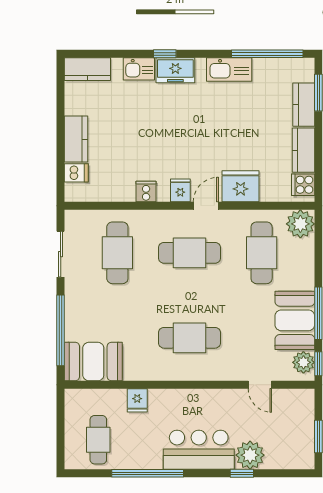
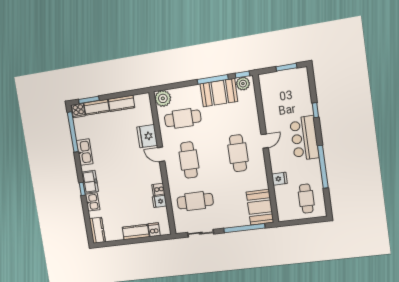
cooker: (303, 185) -> (78, 111), moved
fridge: (180, 190) -> (160, 201), moved
door: (260, 385) -> (265, 141), moved
cafe table: (98, 440) -> (306, 199), turned 90
plant: (250, 455) -> (303, 107), removed

